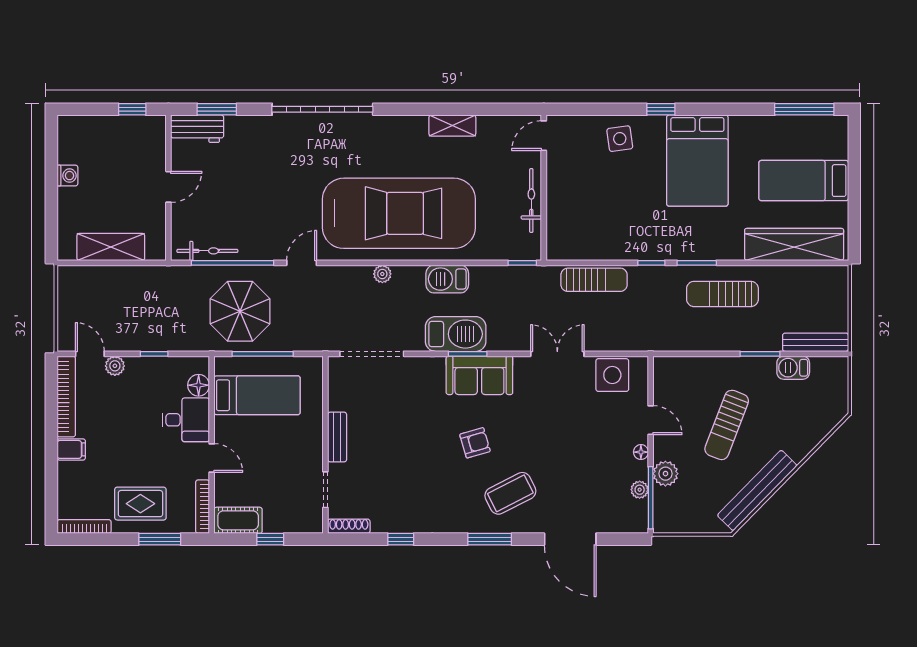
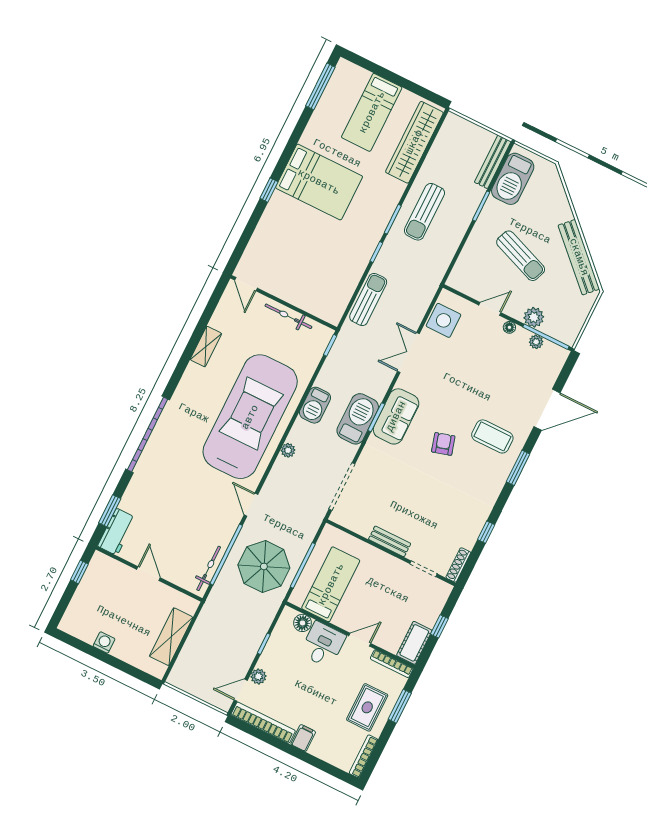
side table: (620, 139) -> (275, 230), removed
barbecue: (793, 368) -> (513, 179), width x1.88, depth x1.53
coffee table: (510, 493) -> (492, 436), turned -63

